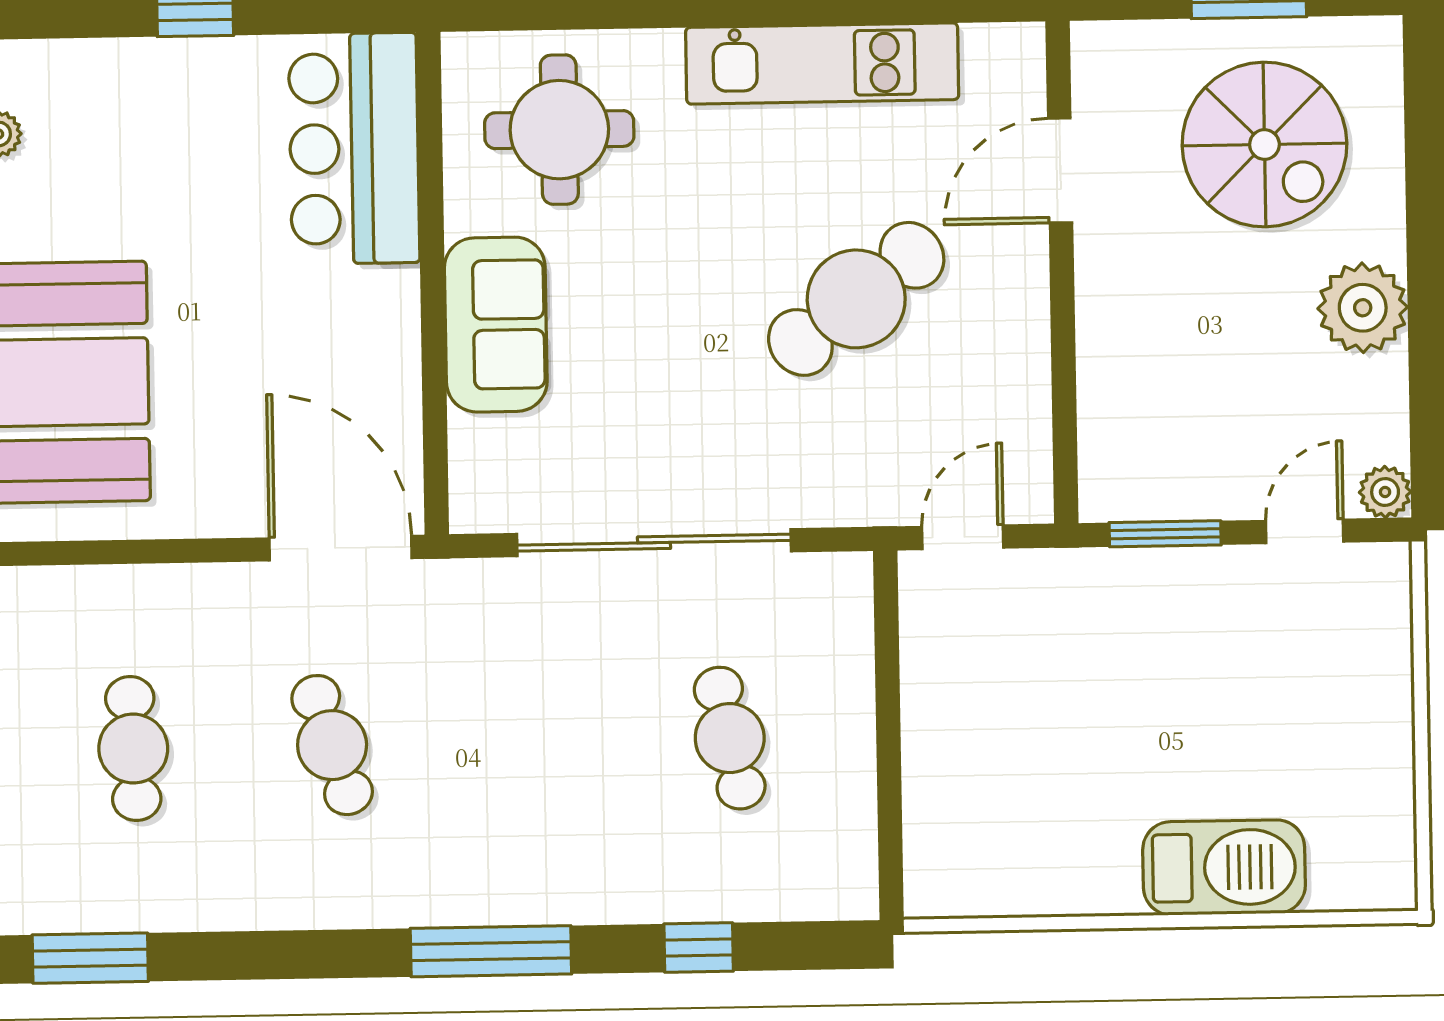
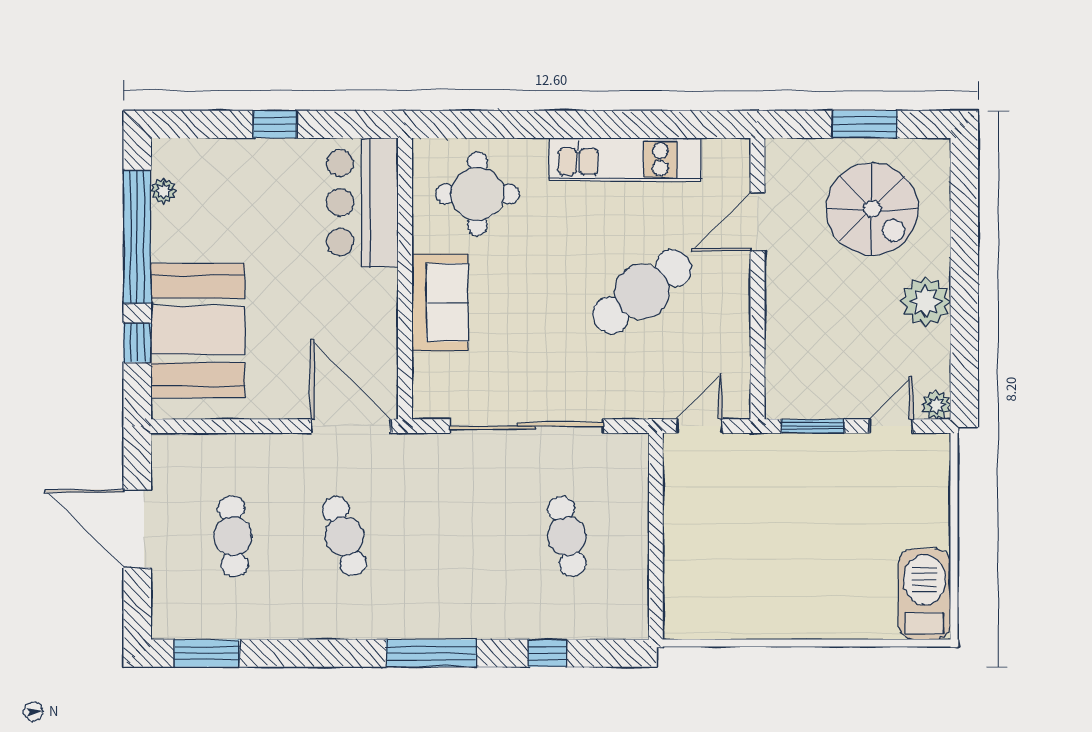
barbecue: (1224, 867) -> (925, 594), moved, turned -90

